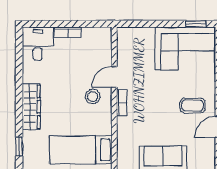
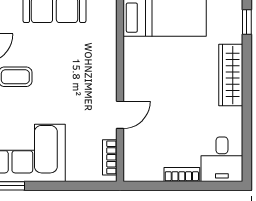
stool: (93, 97) -> (149, 89), removed
bookcase: (122, 103) -> (110, 157), moved

